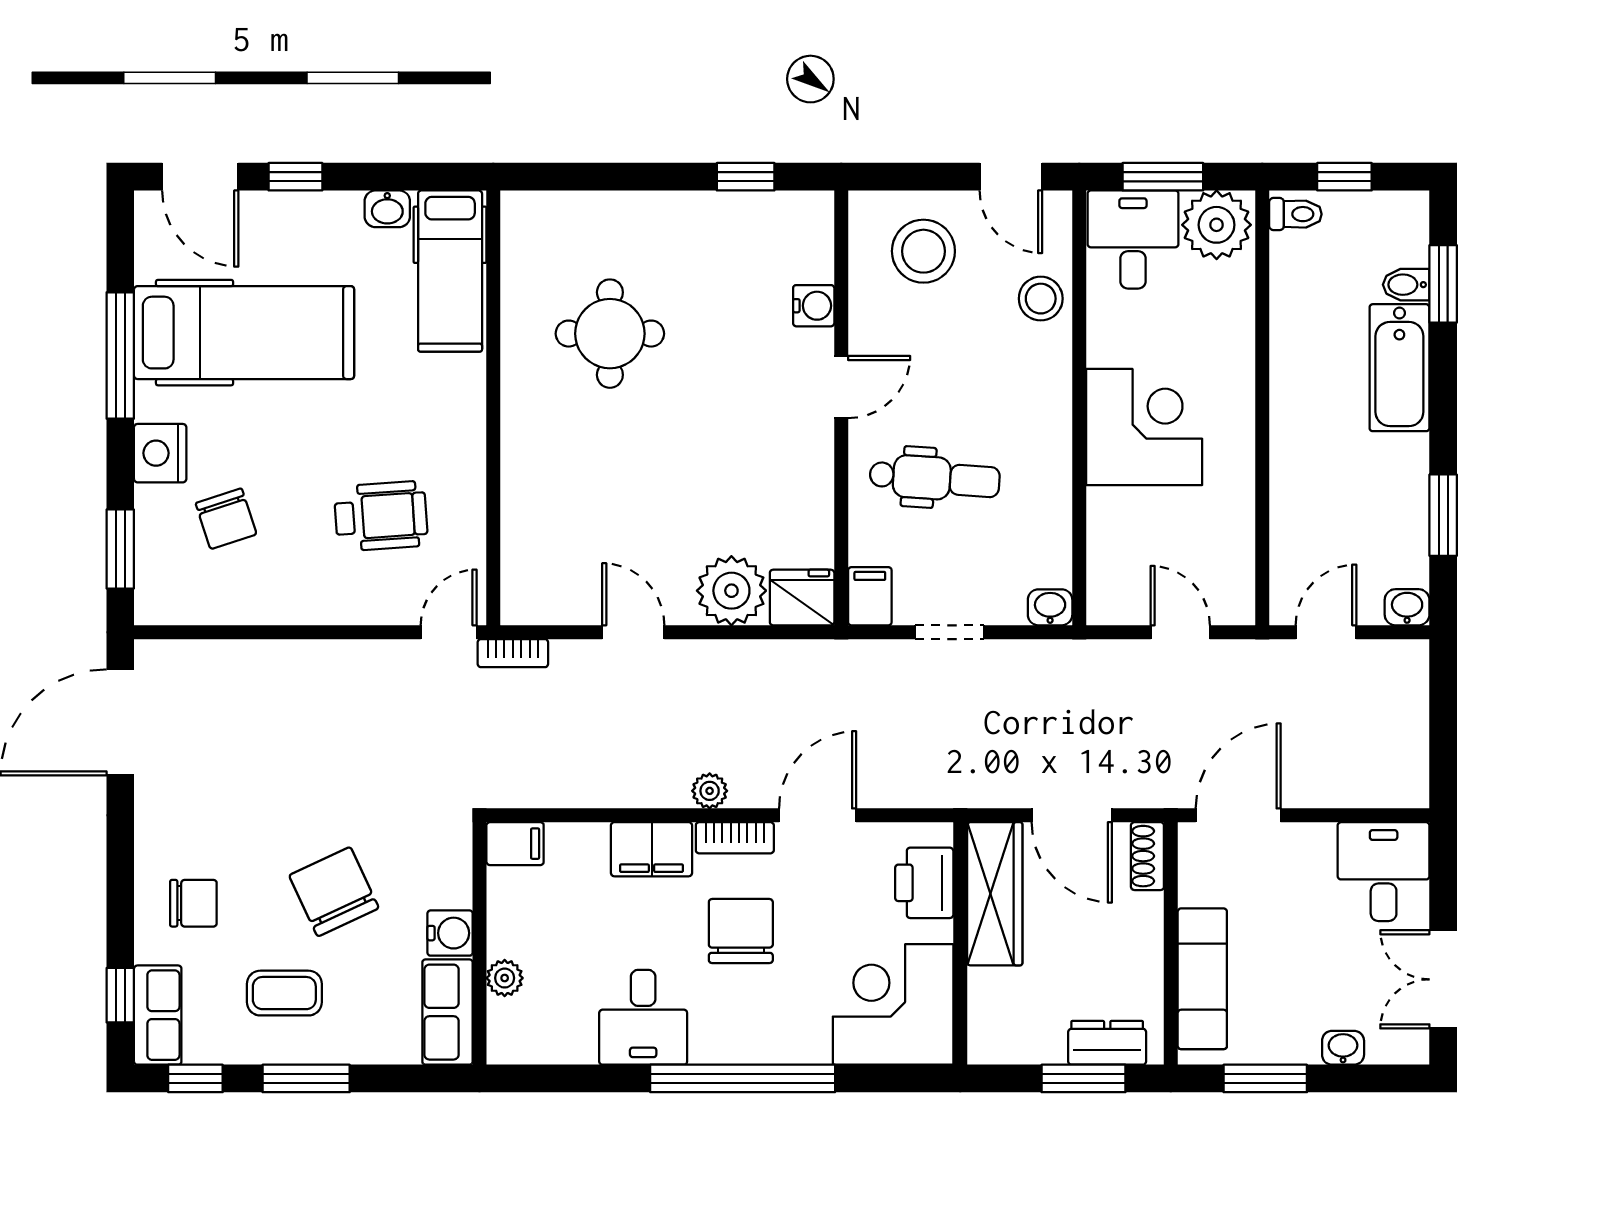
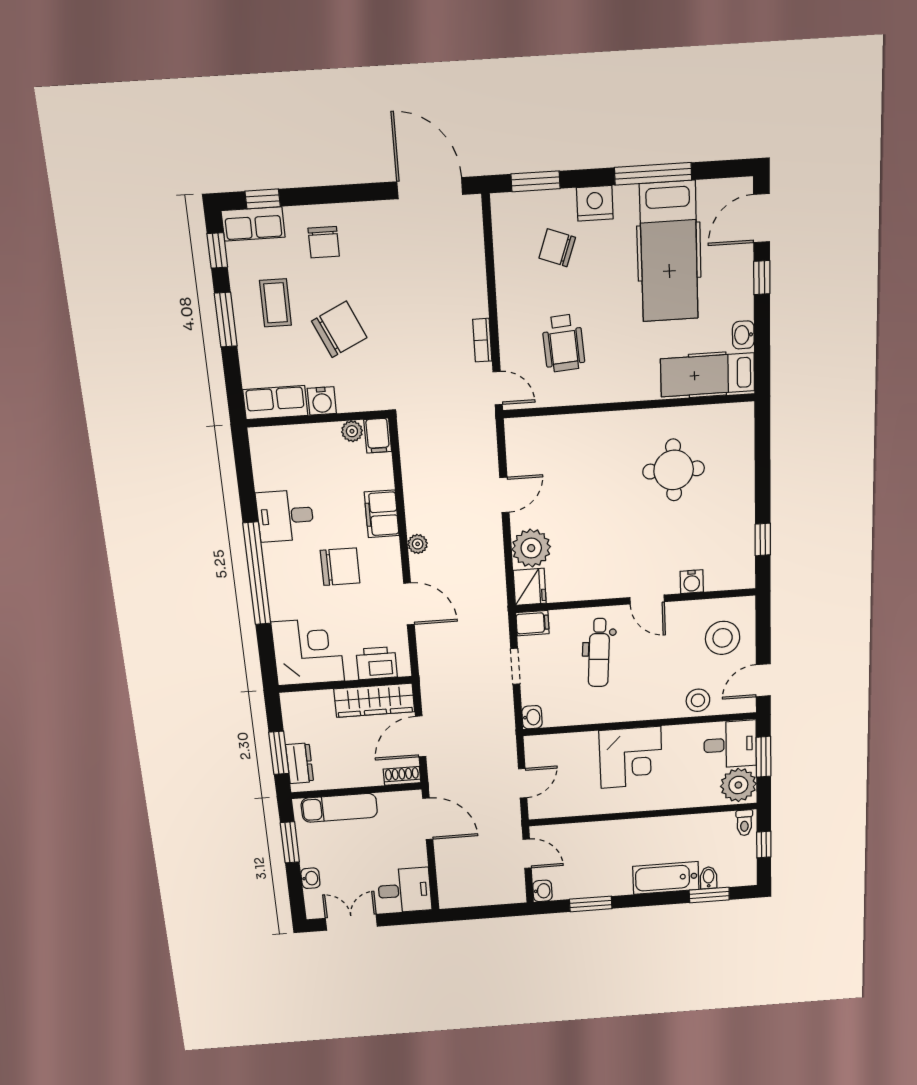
chair: (226, 519) -> (557, 248), turned 38
bookcase: (513, 653) -> (482, 340), moved
bookcase: (735, 838) -> (392, 560), removed
plant: (505, 978) -> (352, 431), moved

